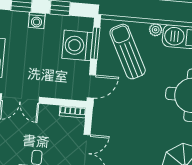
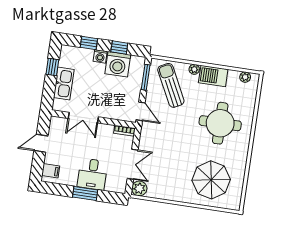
washing machine: (77, 45) -> (118, 64), moved, turned -90
door: (91, 86) -> (141, 111), hinge flipped

